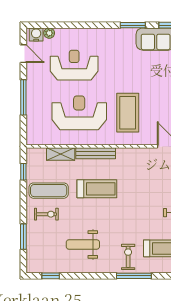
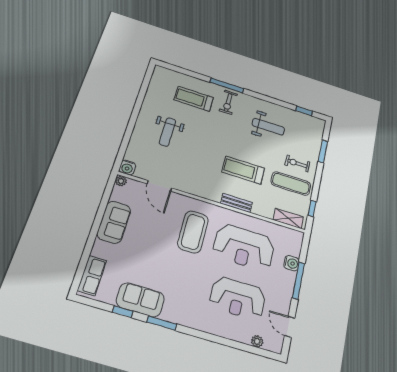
water cooler: (36, 34) -> (291, 263), moved, turned -90
bench: (96, 153) -> (236, 203), width x0.73
shelving: (61, 154) -> (288, 218), moved

